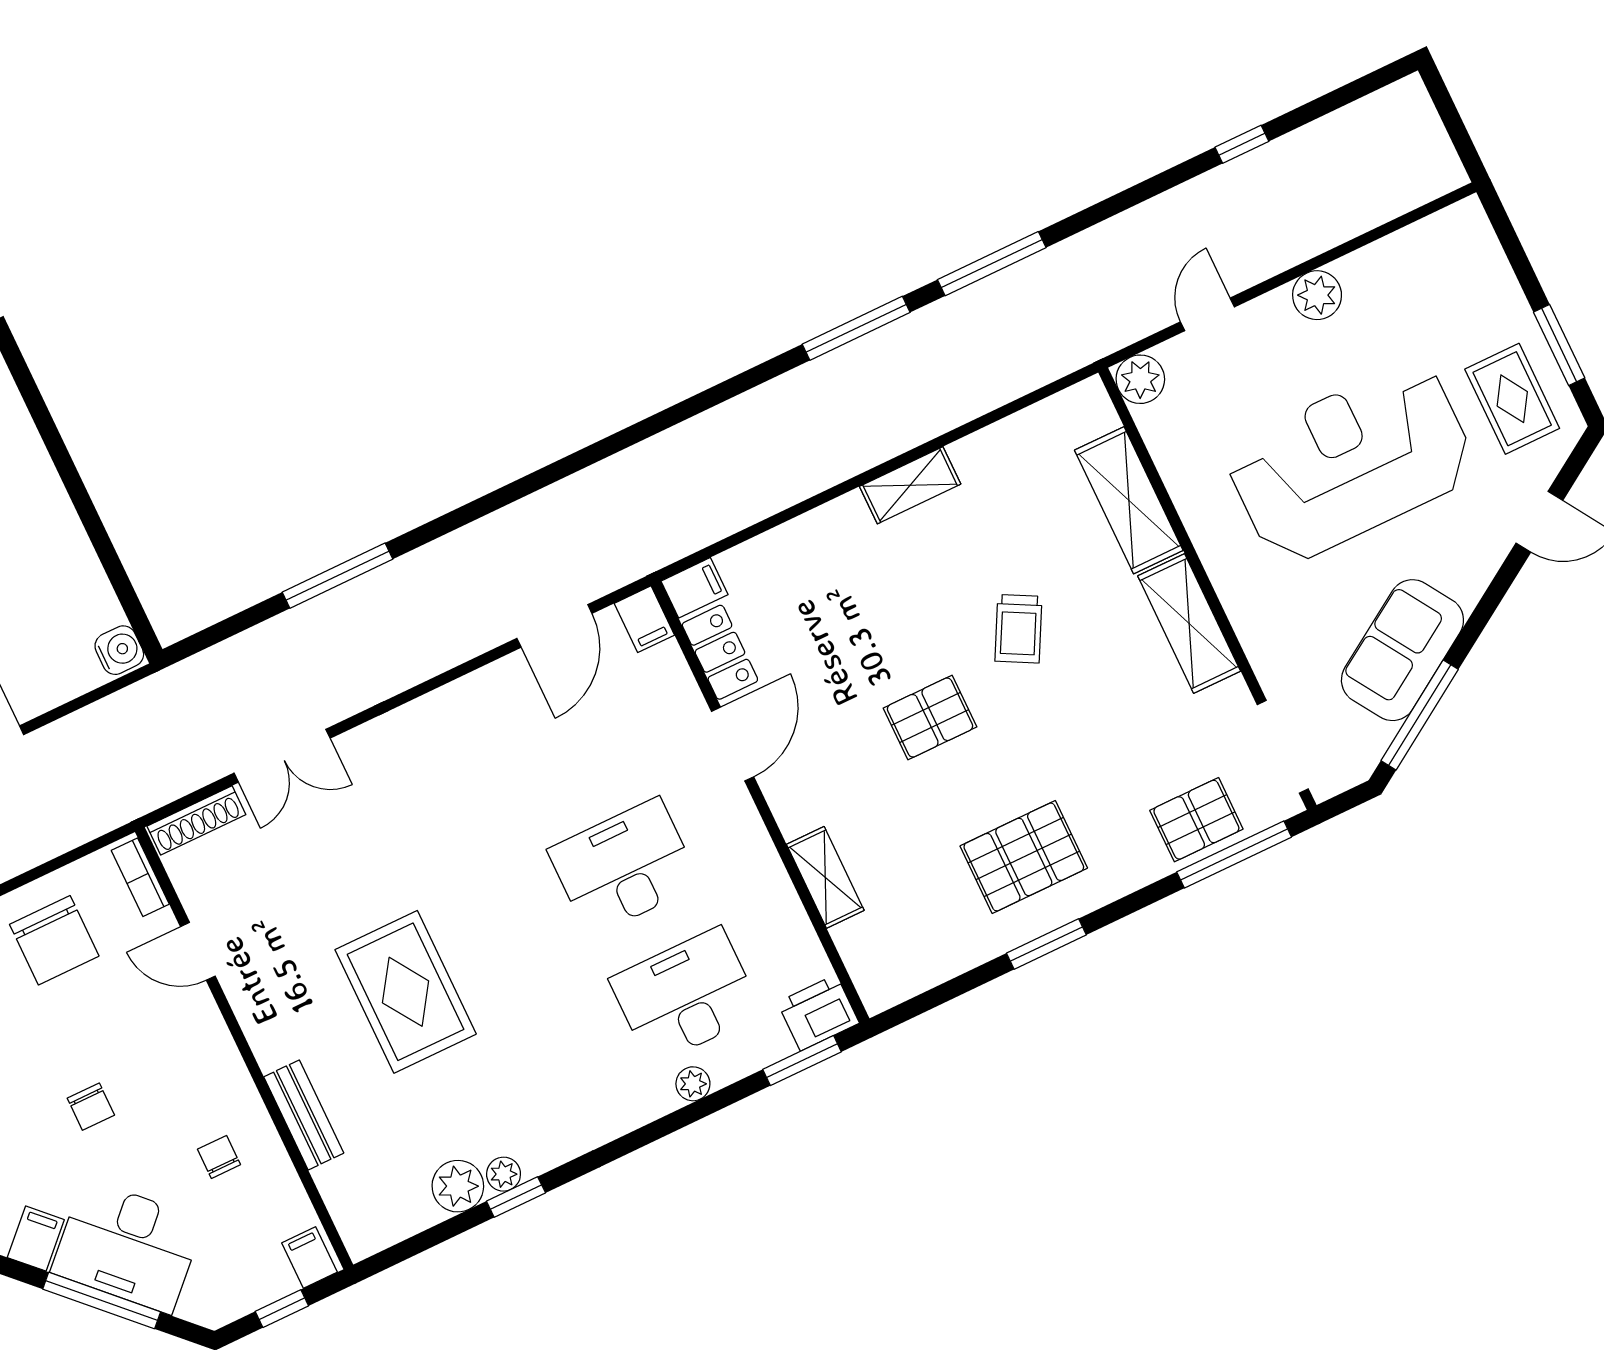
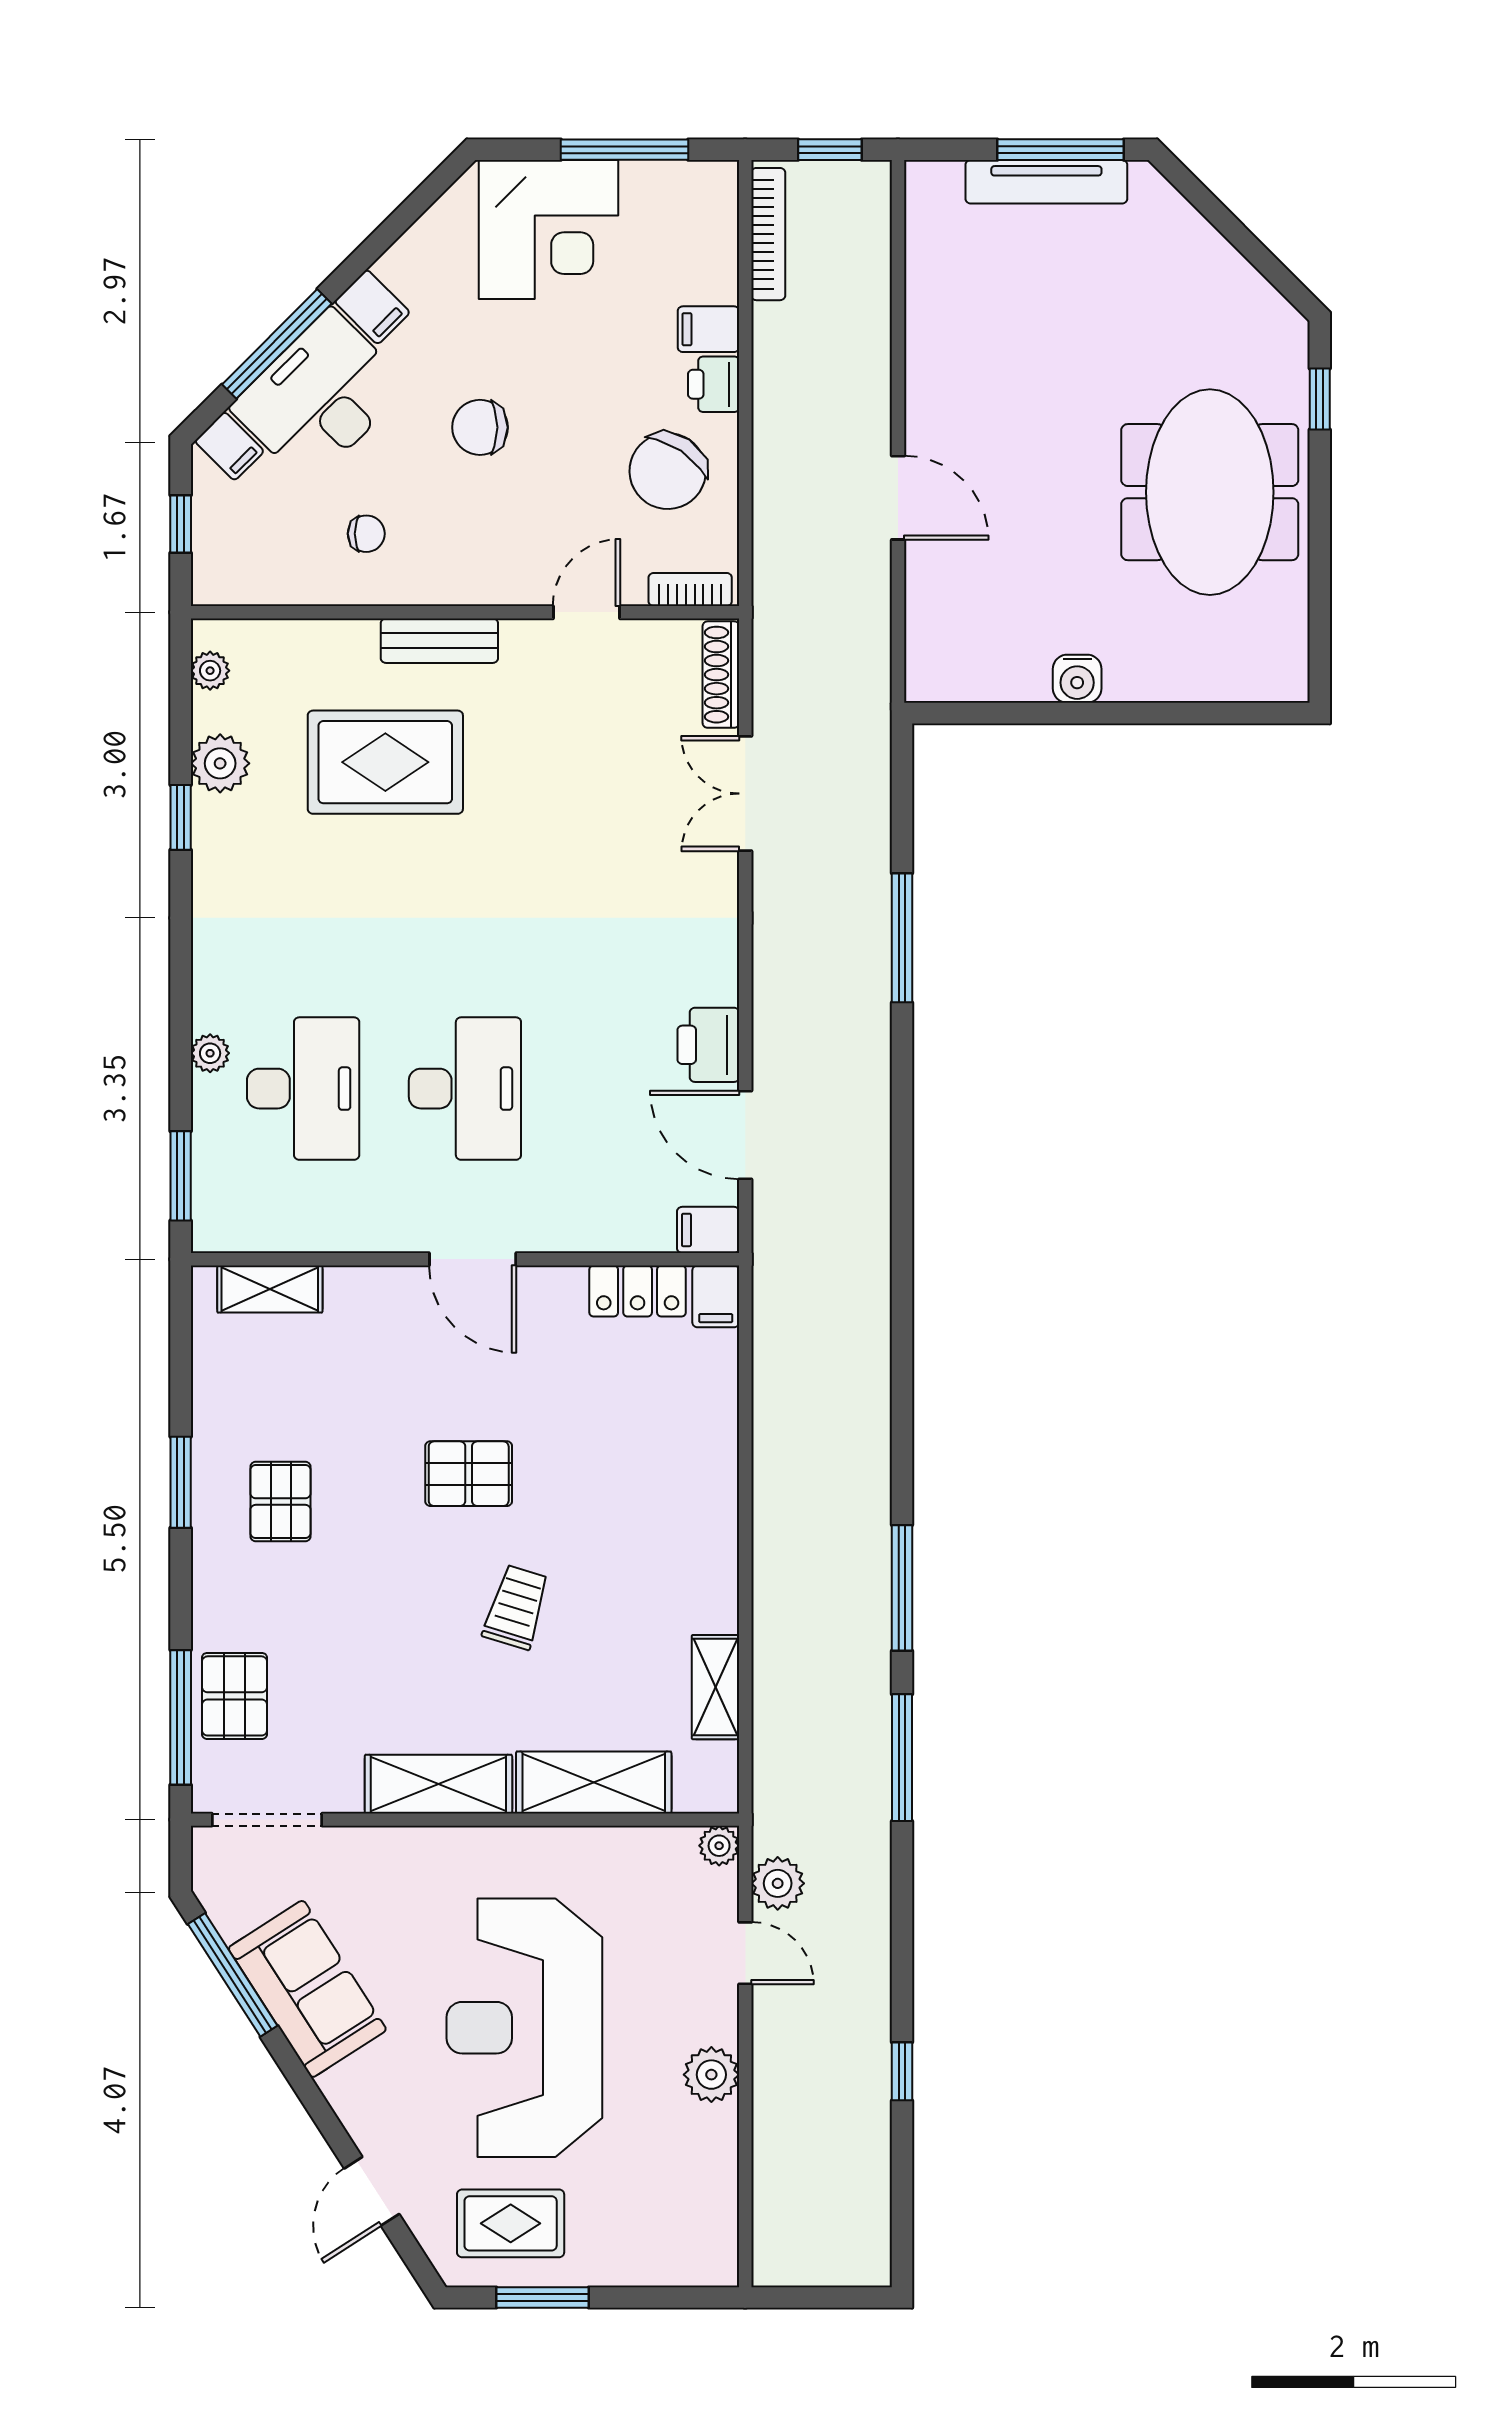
plant: (1139, 315) -> (778, 1883), added
plant: (1140, 379) -> (719, 1846), width x0.73, depth x0.73
reception desk: (1351, 462) -> (524, 2028), turned 180
shelving: (910, 485) -> (715, 1687), moved
trolley: (1018, 629) -> (516, 1607), turned 79
water cooler: (119, 650) -> (1077, 679), moved
pallet: (930, 718) -> (469, 1474), turned 90
door: (733, 744) -> (473, 1259), moved
pallet: (1024, 857) -> (281, 1502), width x0.67, depth x0.71
shelving: (825, 877) -> (270, 1289), moved
chair: (54, 940) -> (668, 471), turned -56
rug: (406, 992) -> (385, 762), moved
printer: (818, 1013) -> (708, 1045), moved, turned 180
chair: (91, 1107) -> (480, 427), width x1.37, depth x1.37
bench: (304, 1115) -> (439, 641), moved
plant: (504, 1174) -> (210, 671), moved
filing cabinet: (310, 1258) -> (229, 446), moved, turned 45

